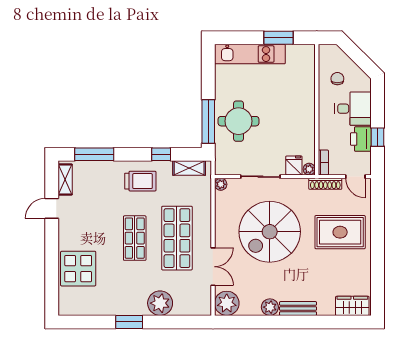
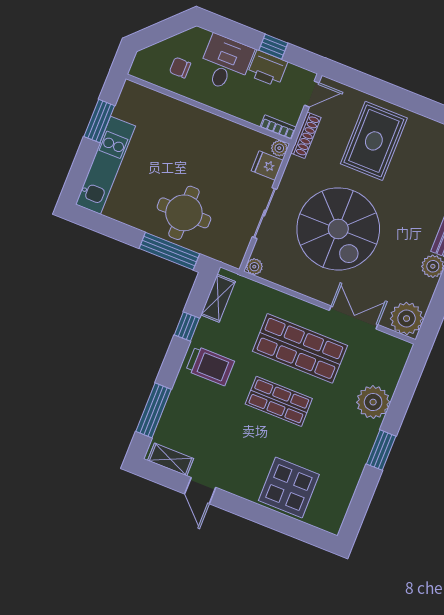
trolley: (140, 181) -> (210, 366), turned 90

